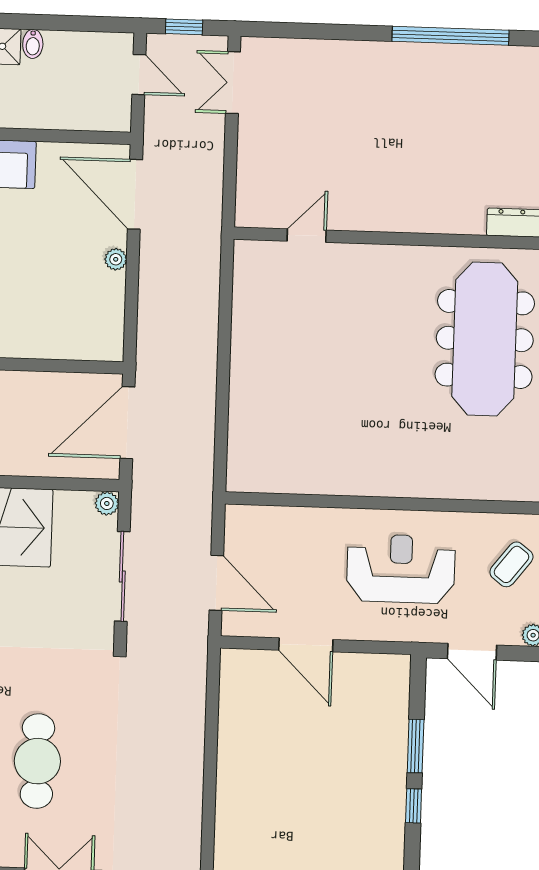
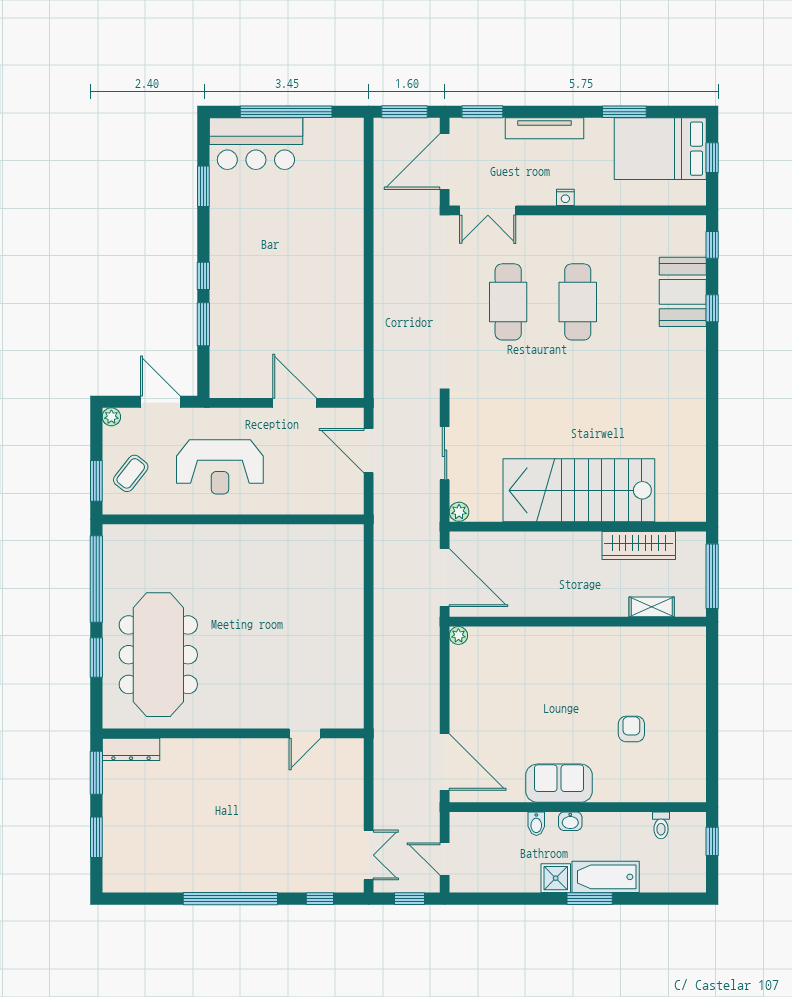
window: (295, 31) -> (320, 899), added
window: (450, 36) -> (230, 899), moved
bidet: (33, 44) -> (536, 824), moved, turned 180
plant: (116, 259) -> (458, 635), moved
door: (127, 423) -> (445, 578), hinge flipped
sliding door: (122, 576) -> (445, 453), width x0.73

